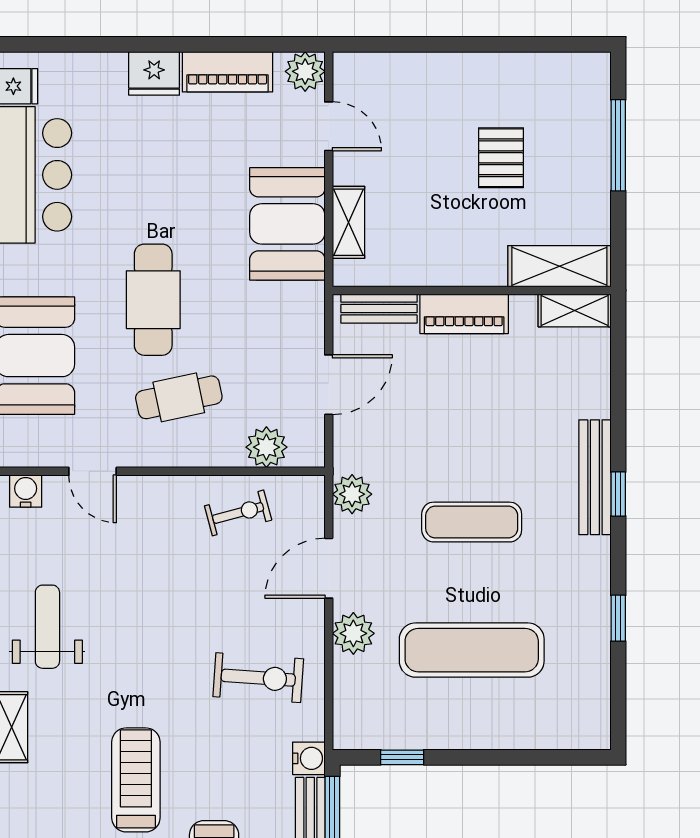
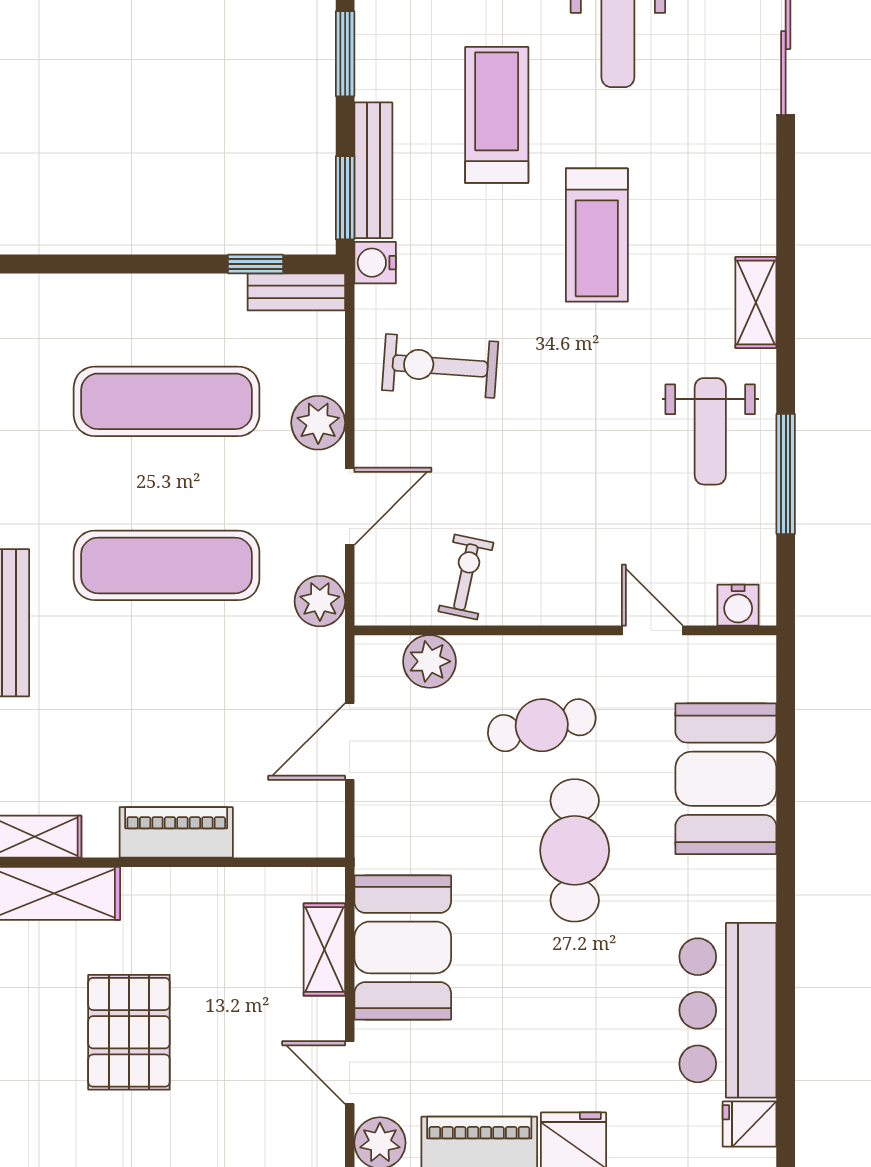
pallet: (501, 158) -> (129, 1032), width x1.50, depth x1.42
bench: (379, 309) -> (296, 292), moved
exercise bike: (238, 513) -> (466, 577), turned 117
exercise mat: (472, 522) -> (167, 565), width x1.36, depth x1.45

